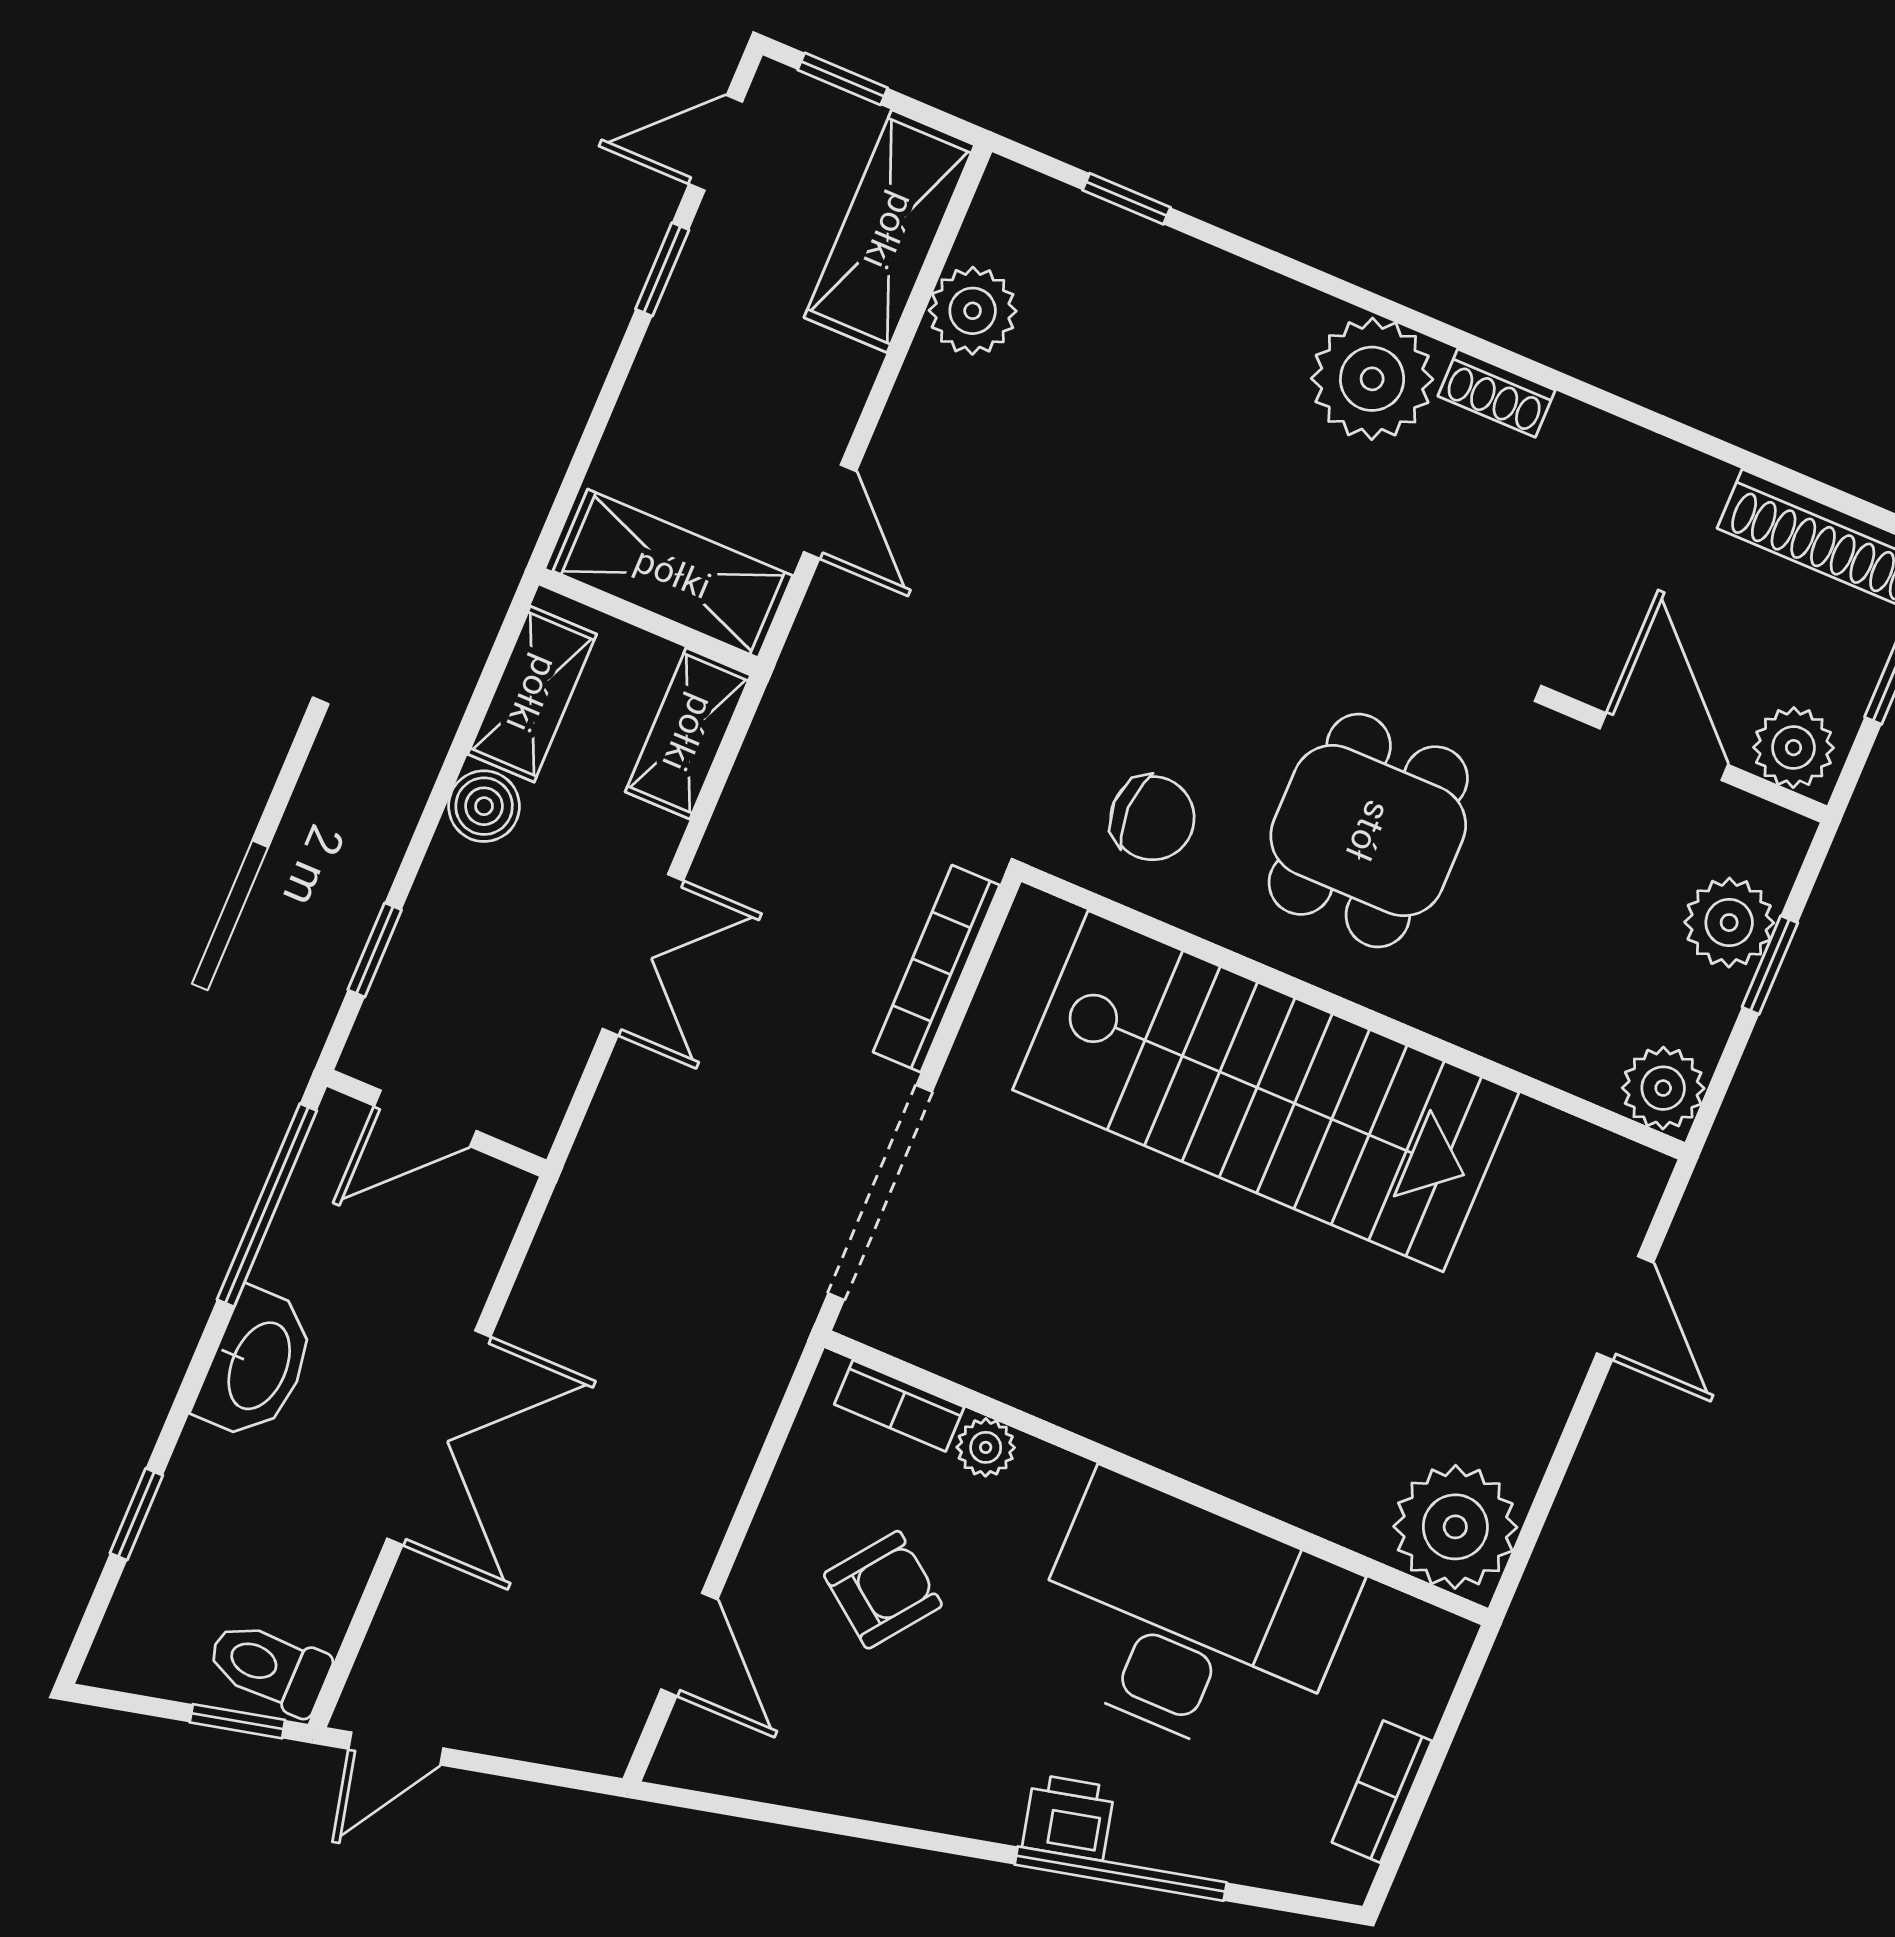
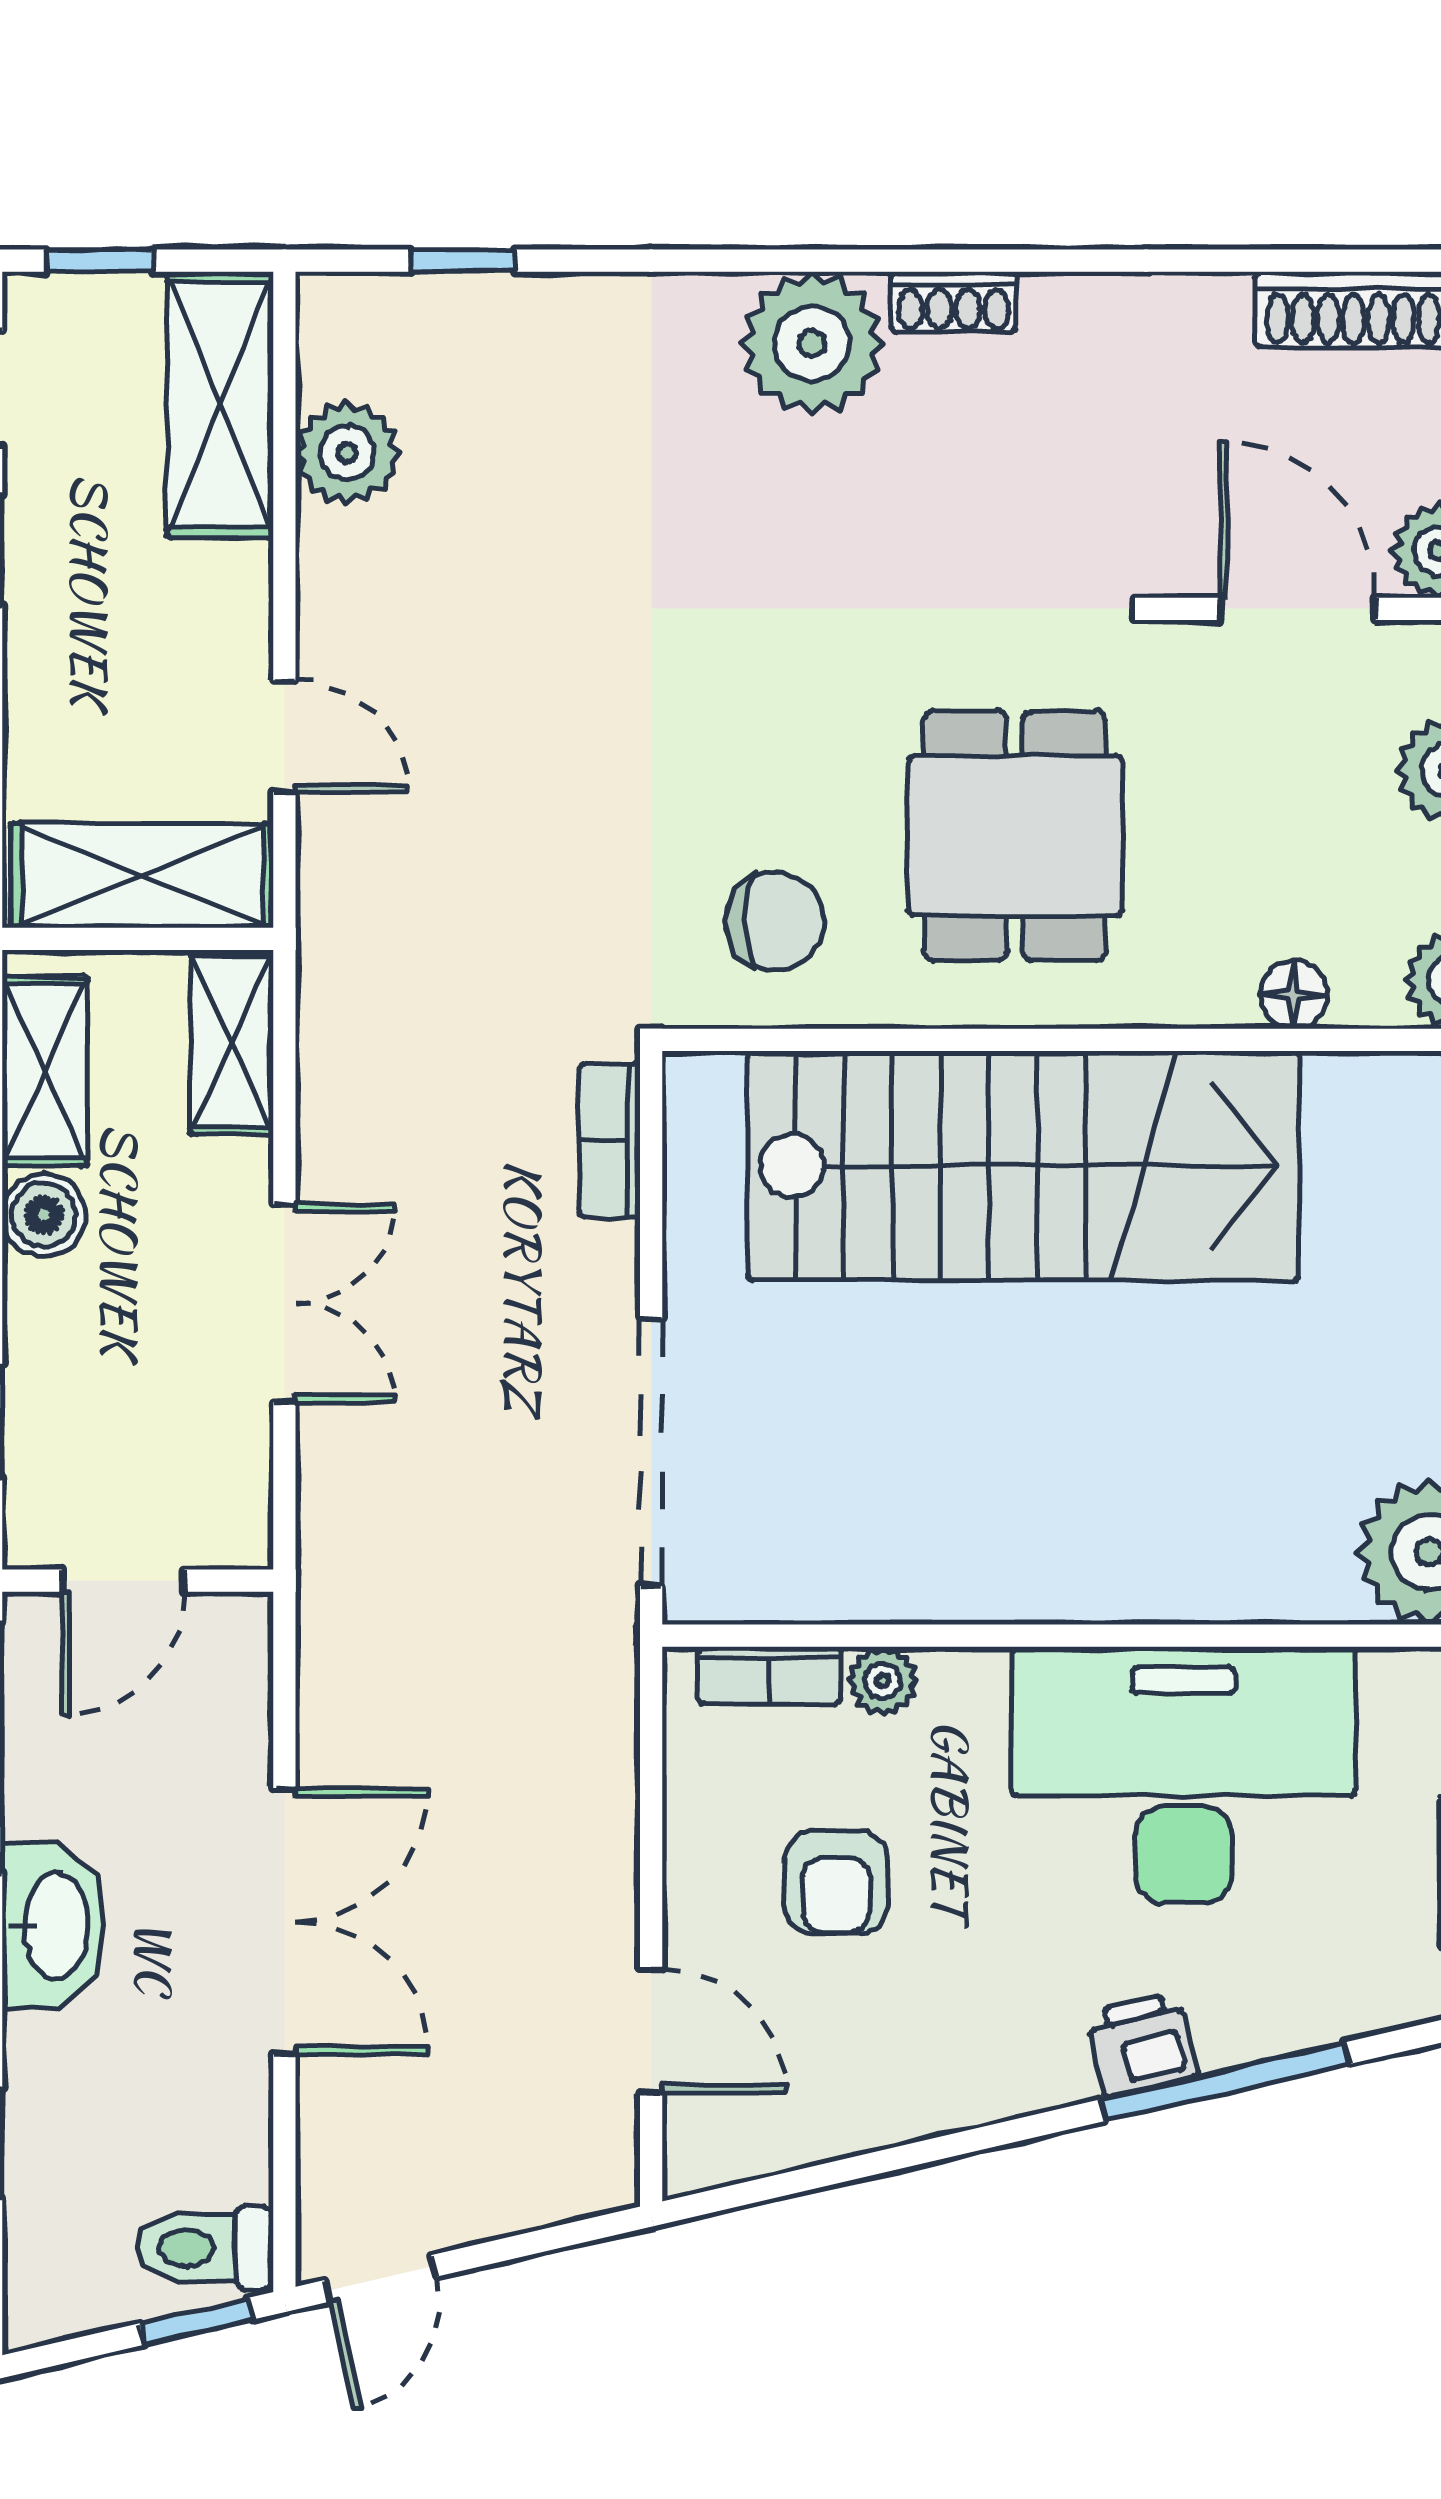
bookcase: (936, 969) -> (609, 1141), width x0.64
floor lamp: (1533, 1047) -> (1294, 995), added
armchair: (883, 1590) -> (836, 1883), turned 143

